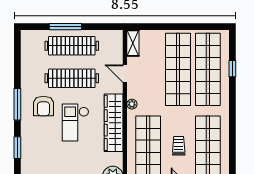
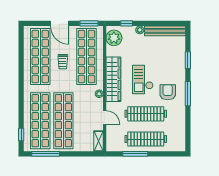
window: (65, 27) -> (135, 154), moved
window: (201, 27) -> (46, 154), added
window: (232, 69) -> (21, 135), moved
checkout: (75, 123) -> (143, 80), turned 180

